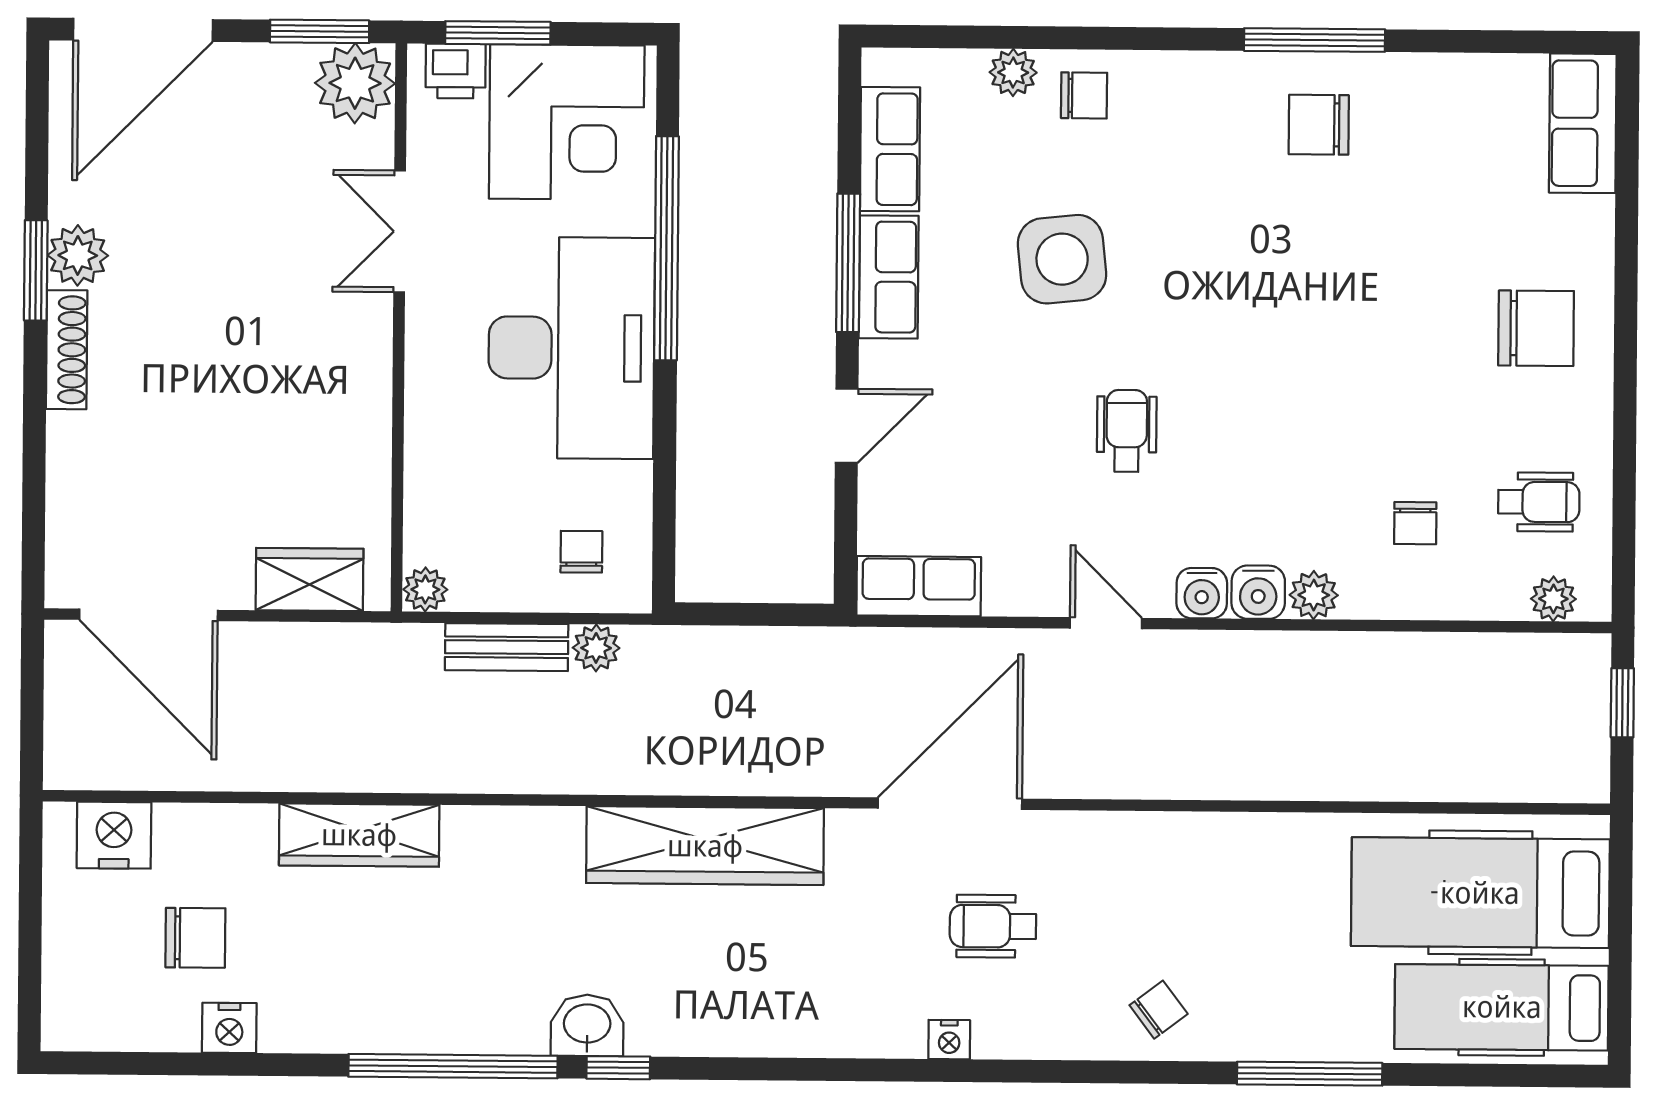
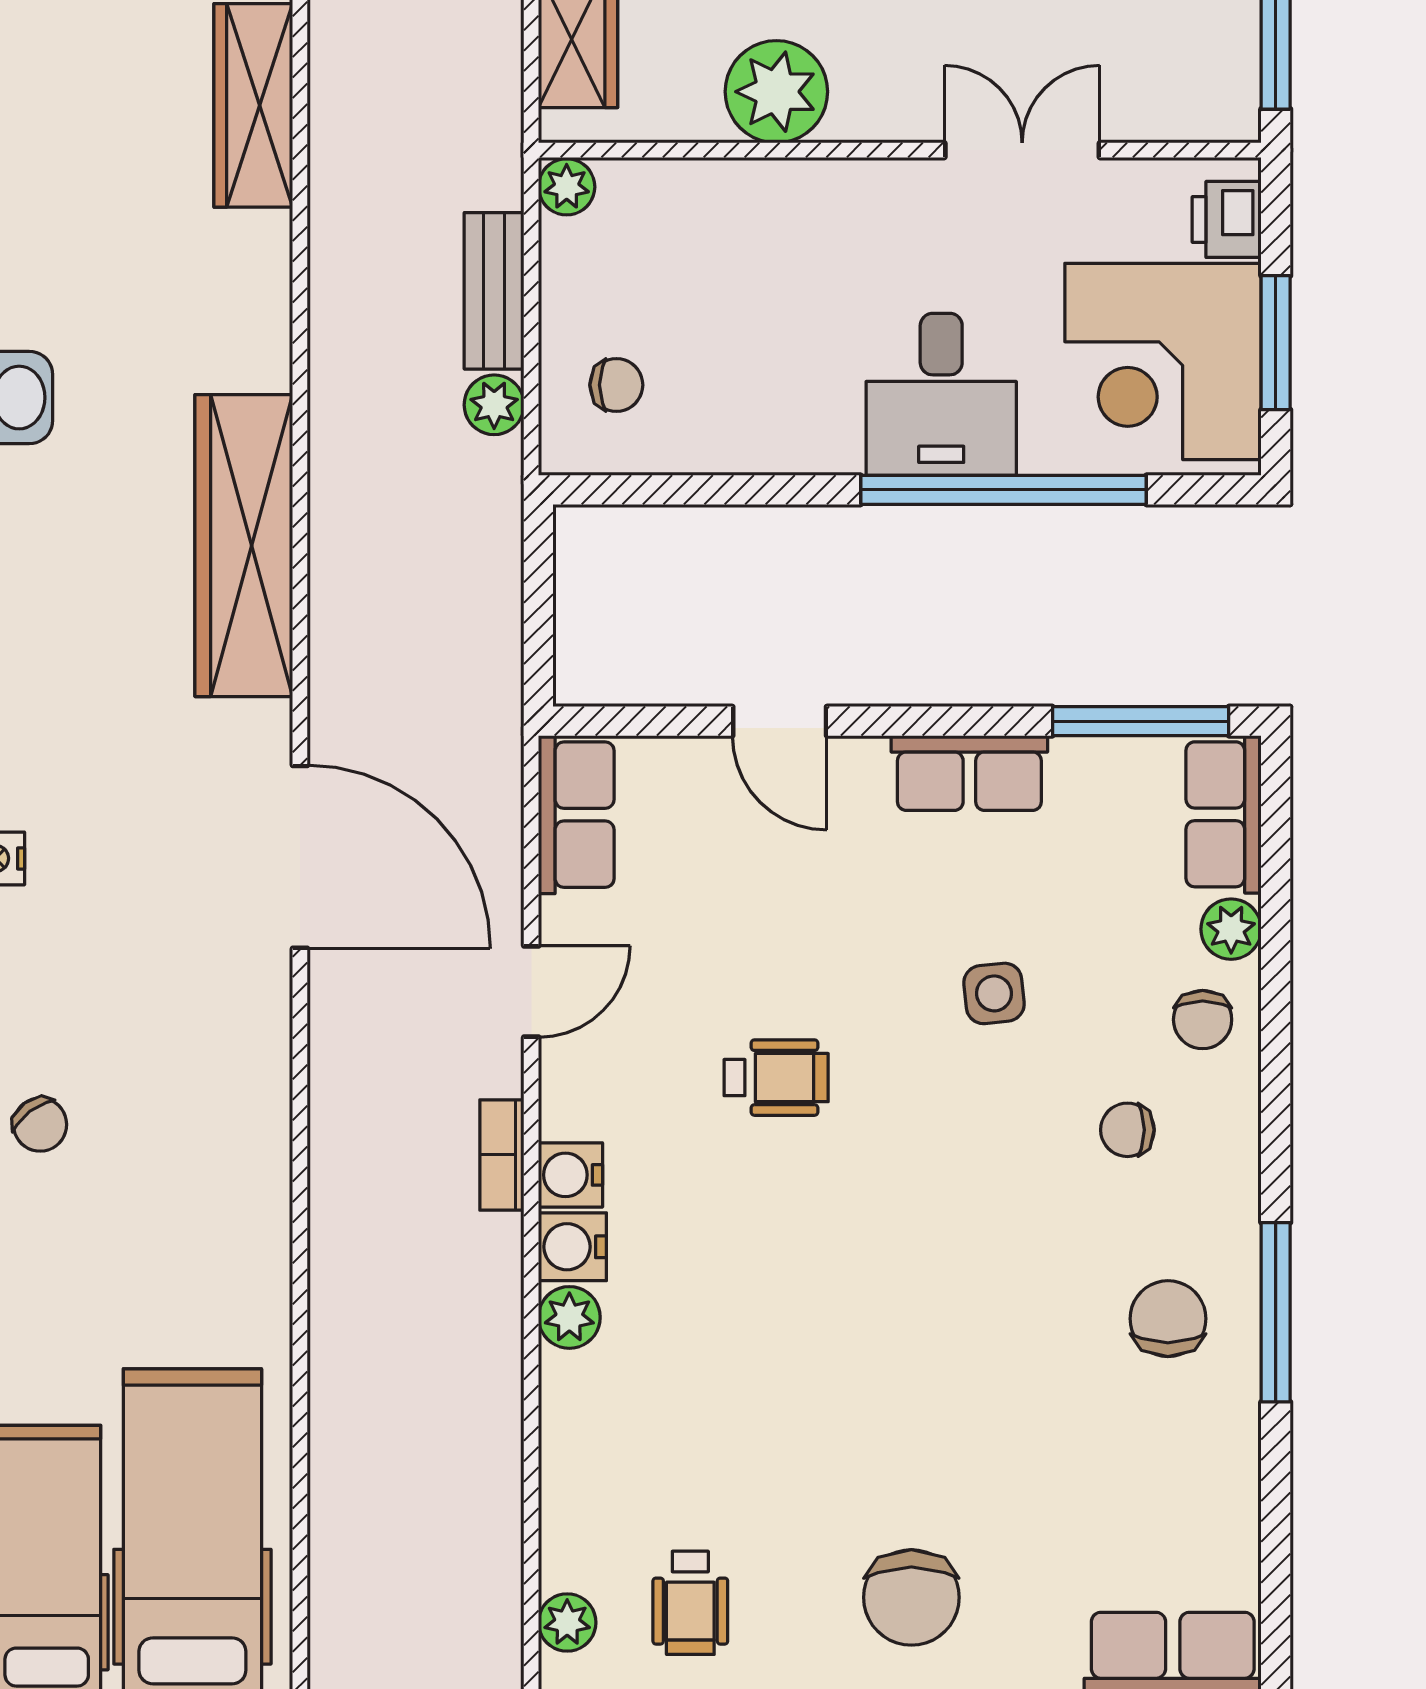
window: (498, 33) -> (1276, 343), moved
plant: (355, 83) -> (776, 92), moved
row of seats: (890, 149) -> (1224, 814), moved, turned 90
side table: (1062, 259) -> (994, 993), width x0.54, depth x0.54
window: (848, 263) -> (1141, 721), moved
desk: (571, 348) -> (941, 394), width x0.53, depth x0.77
chair: (1415, 523) -> (1127, 1130), moved
door: (1106, 623) -> (531, 991), moved
bookcase: (1186, 647) -> (502, 1155), added
wheelchair: (993, 926) -> (144, 913), removed

